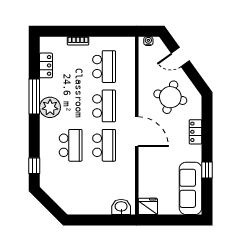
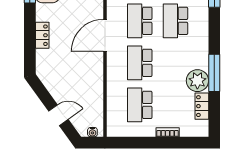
round table: (170, 97) -> (69, 72), removed
plant: (50, 107) -> (197, 81), moved
door: (137, 132) -> (105, 35), hinge flipped

